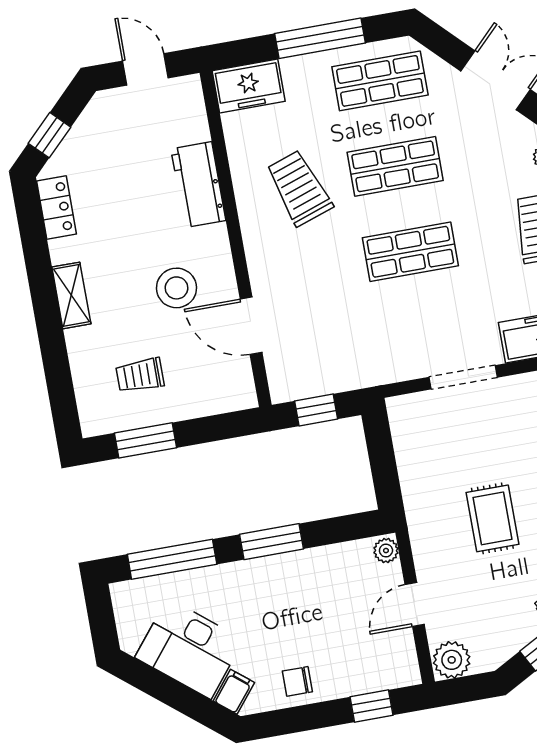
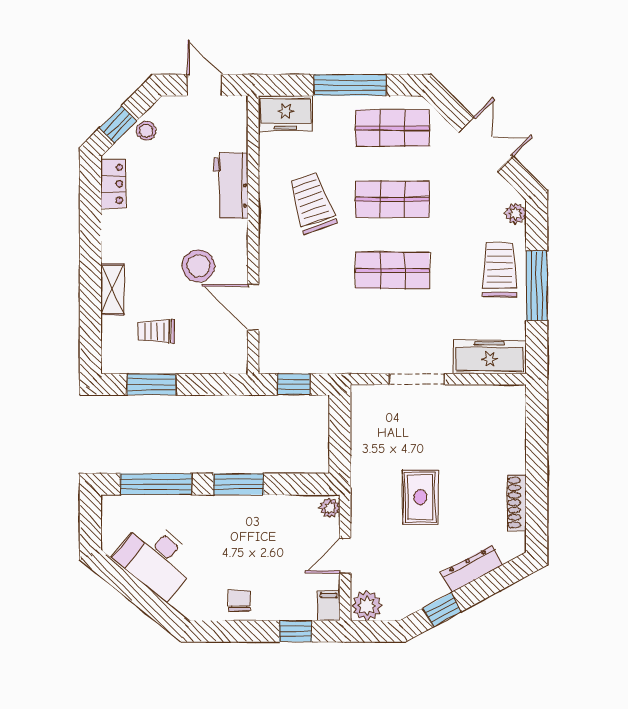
stool: (85, 137) -> (146, 131), added
shelving: (71, 295) -> (112, 289), moved
chair: (297, 681) -> (239, 601), turned 90
filing cabinet: (234, 692) -> (329, 606), moved, turned -39

